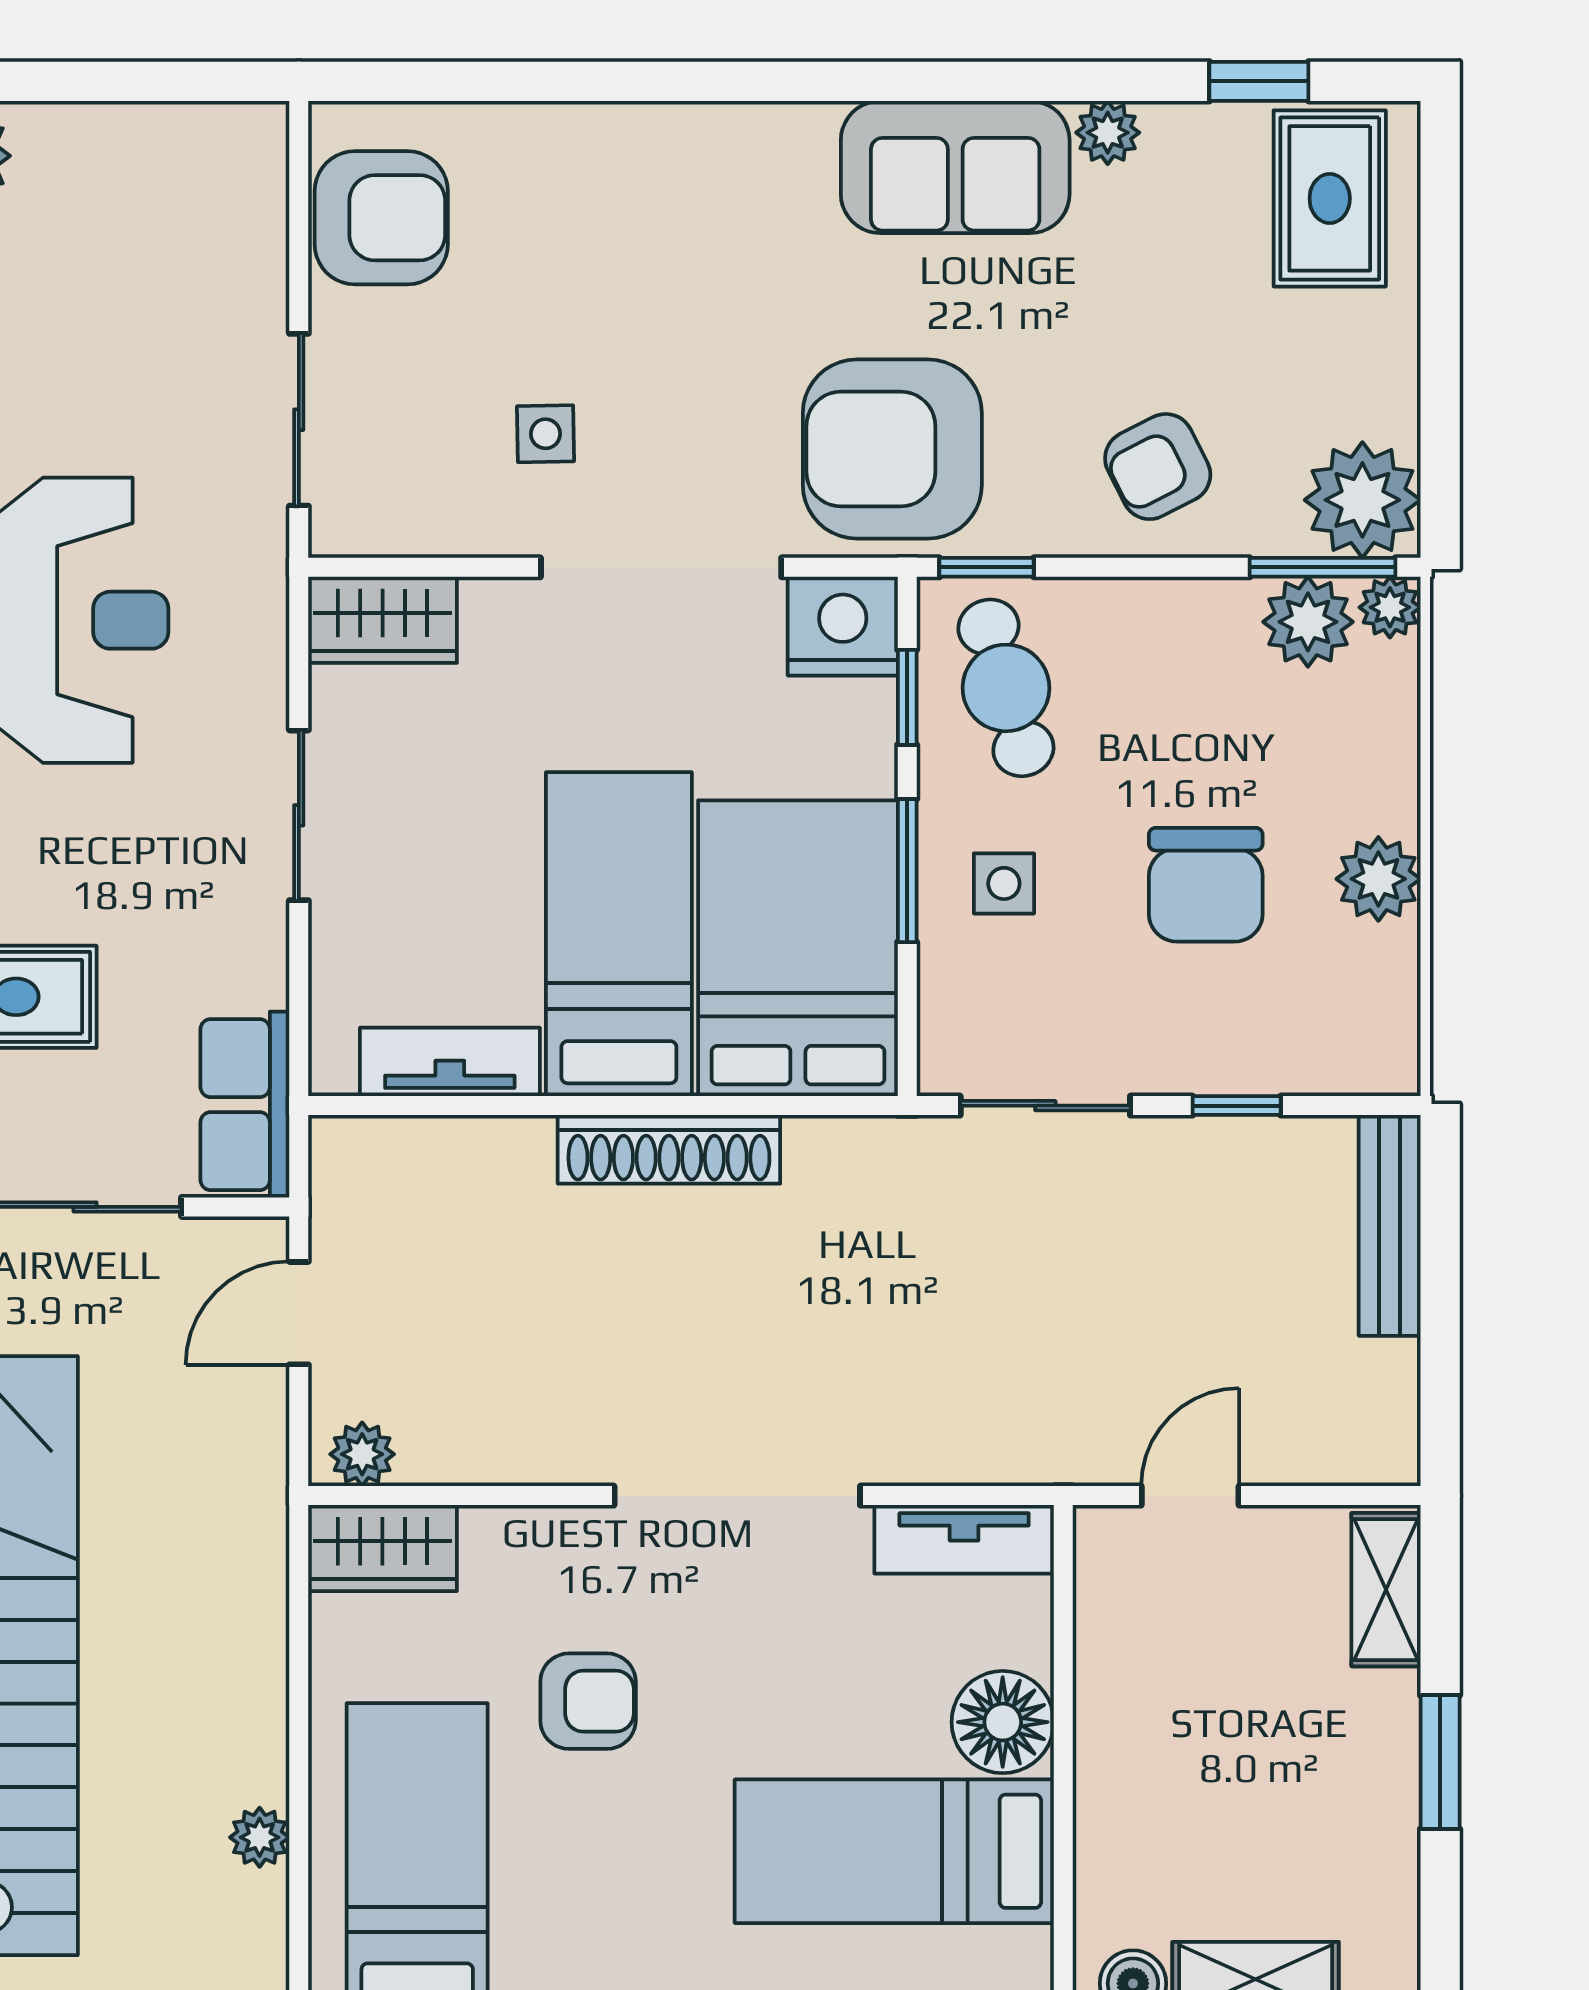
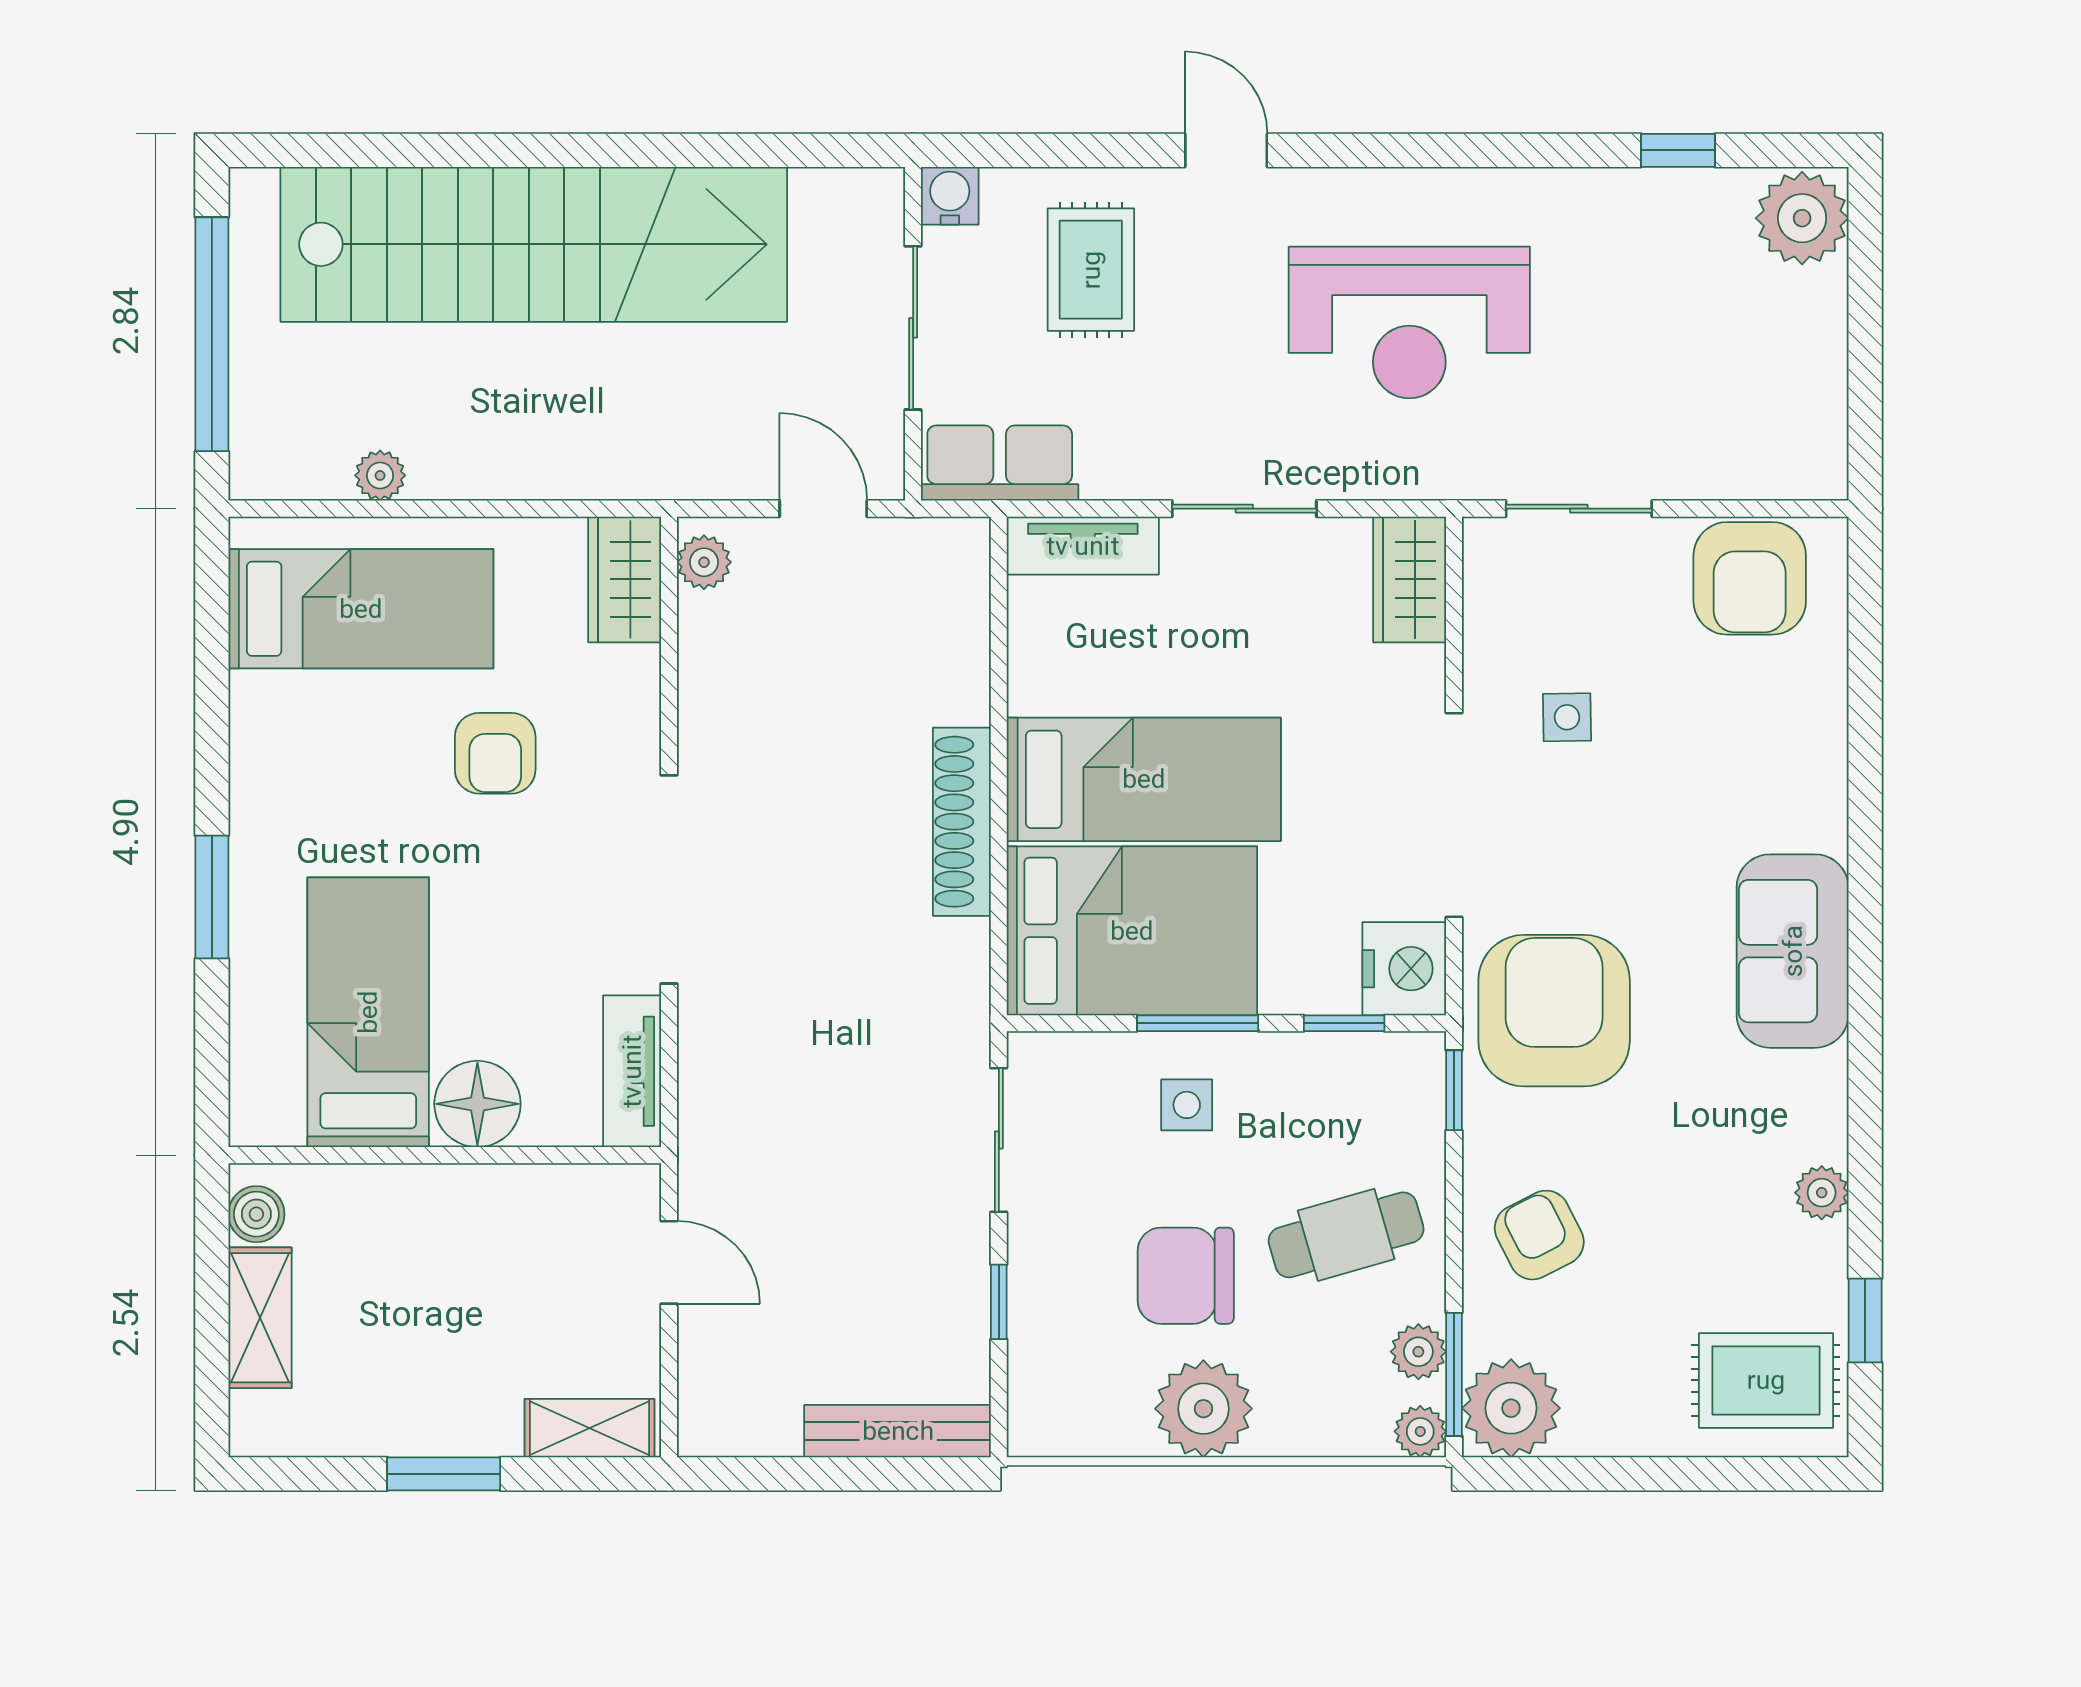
sofa: (955, 167) -> (1793, 951), moved
plant: (1308, 622) -> (1418, 1352), width x0.73, depth x0.73
cafe table: (1006, 688) -> (1346, 1235), moved
plant: (1378, 879) -> (1203, 1409), width x1.36, depth x1.36
tv unit: (450, 1062) -> (1083, 546), moved, turned 90

